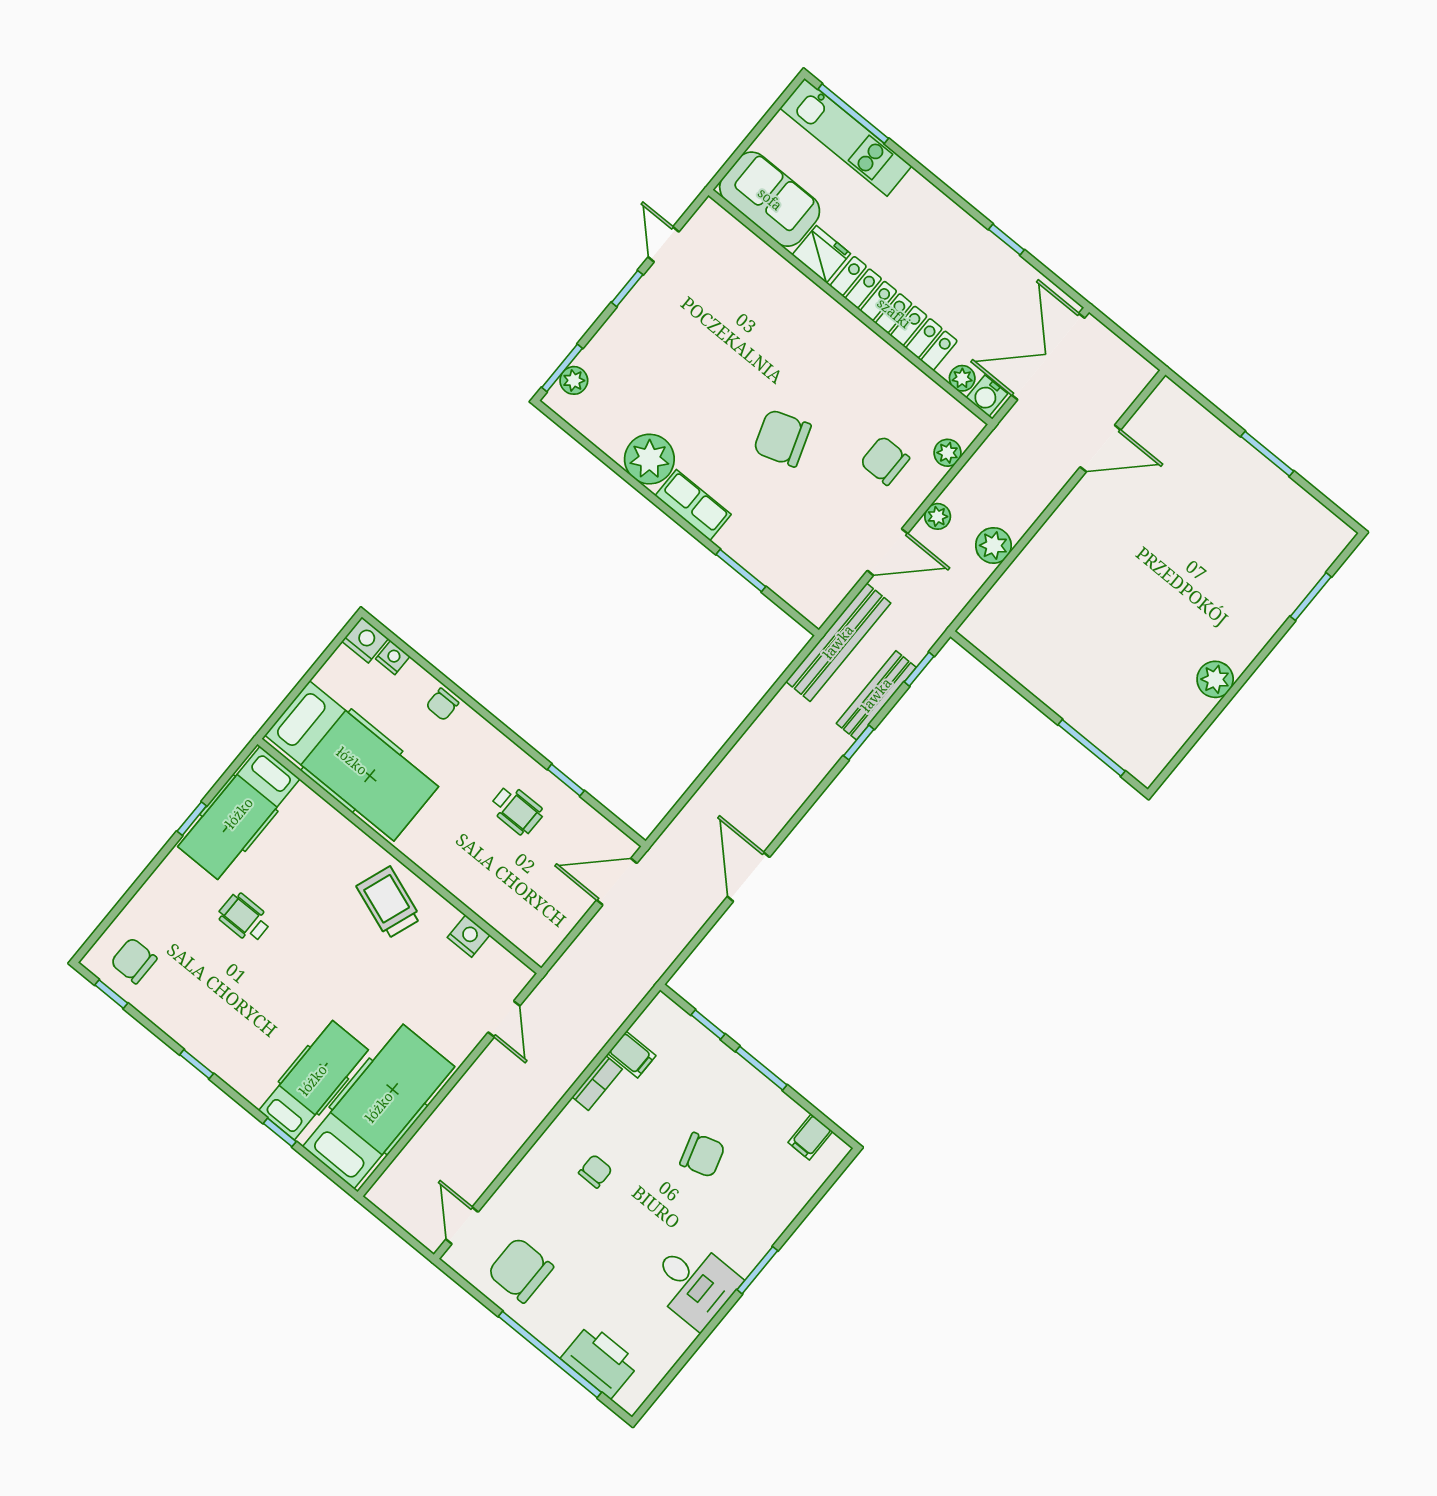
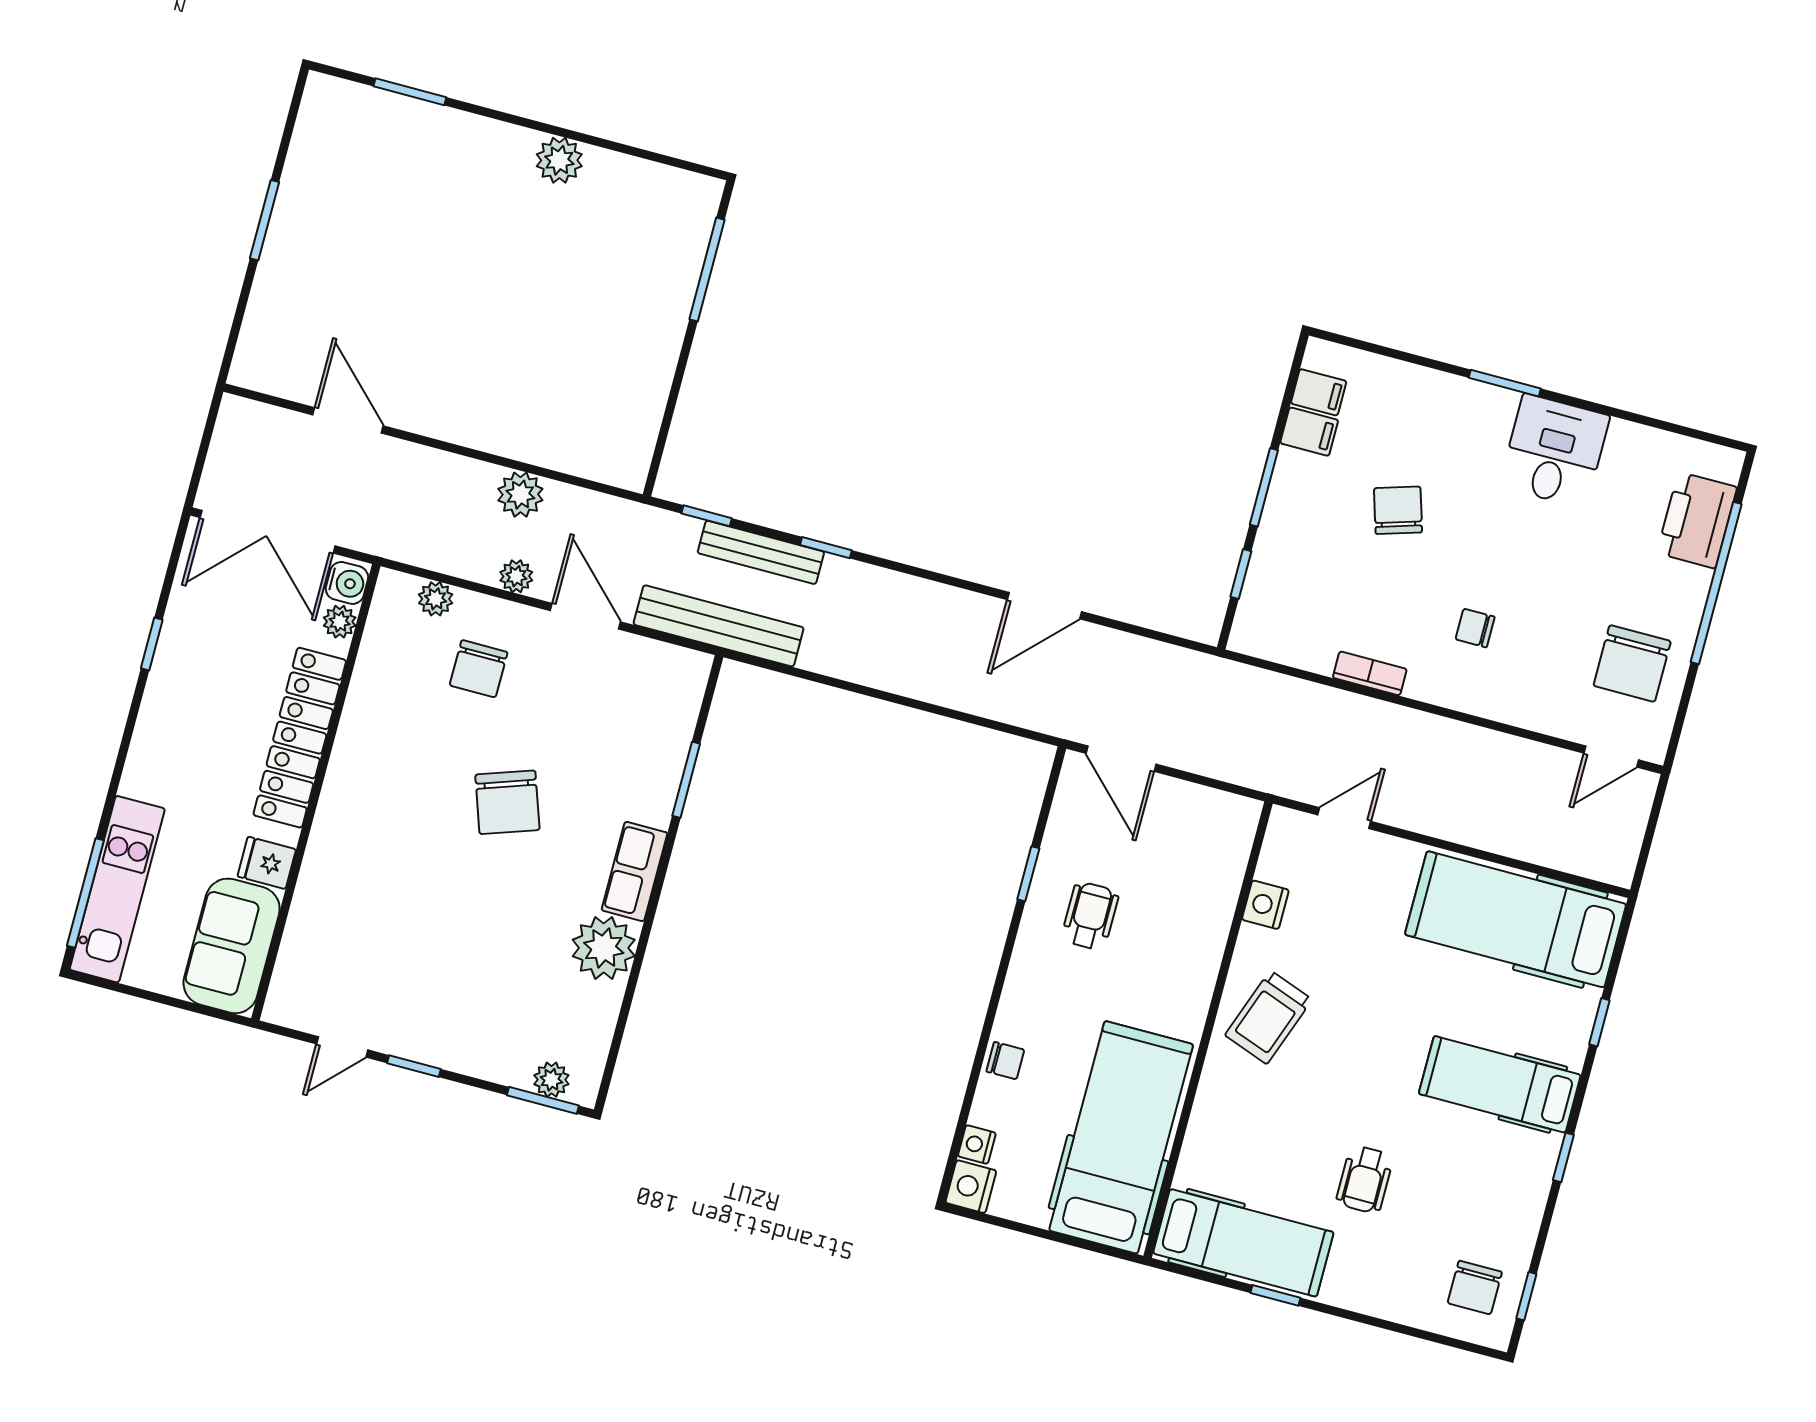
fridge: (821, 254) -> (267, 863), width x0.72
filing cabinet: (632, 1055) -> (1309, 432), moved, turned 90
hospital bed: (313, 1080) -> (1500, 1084), moved

